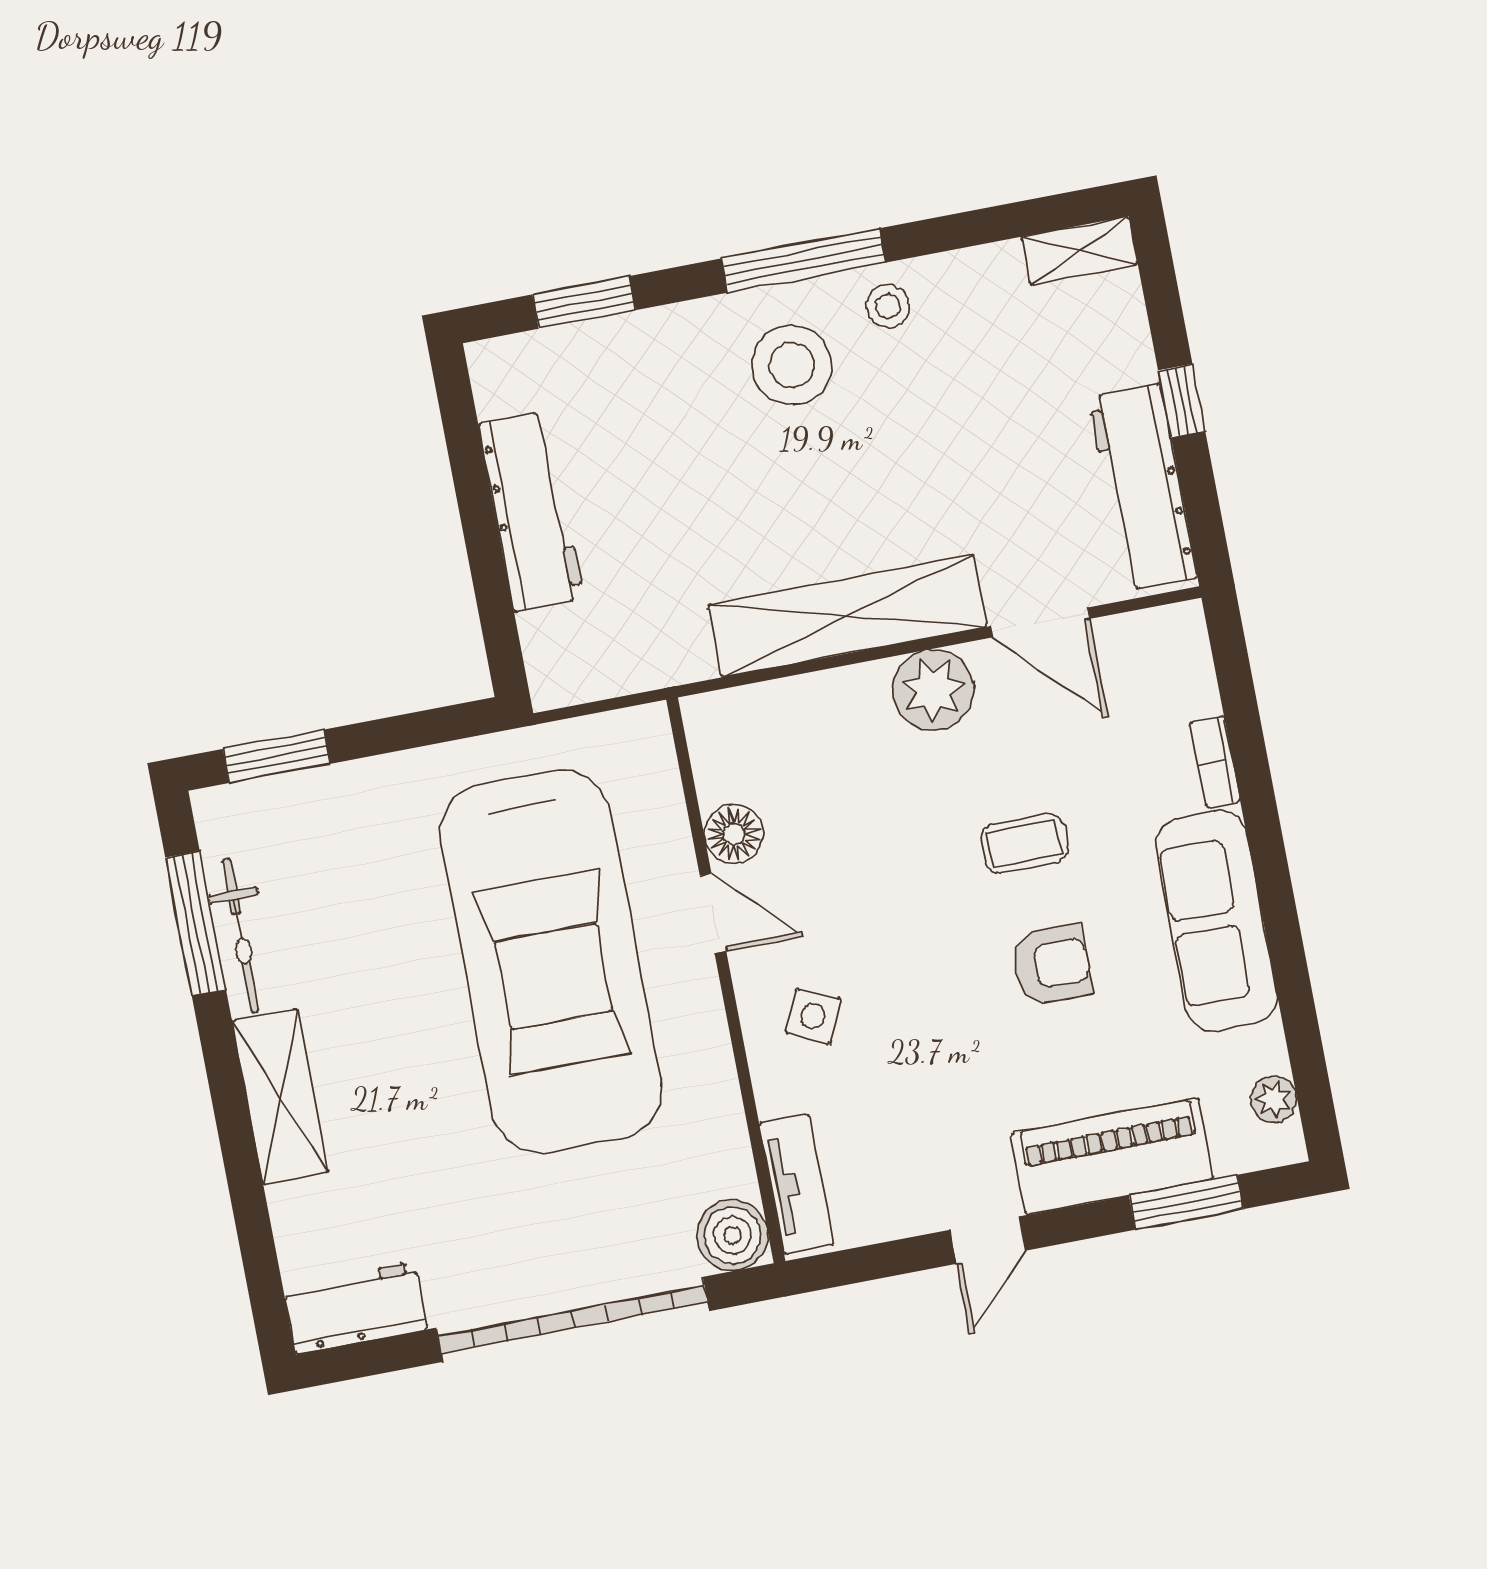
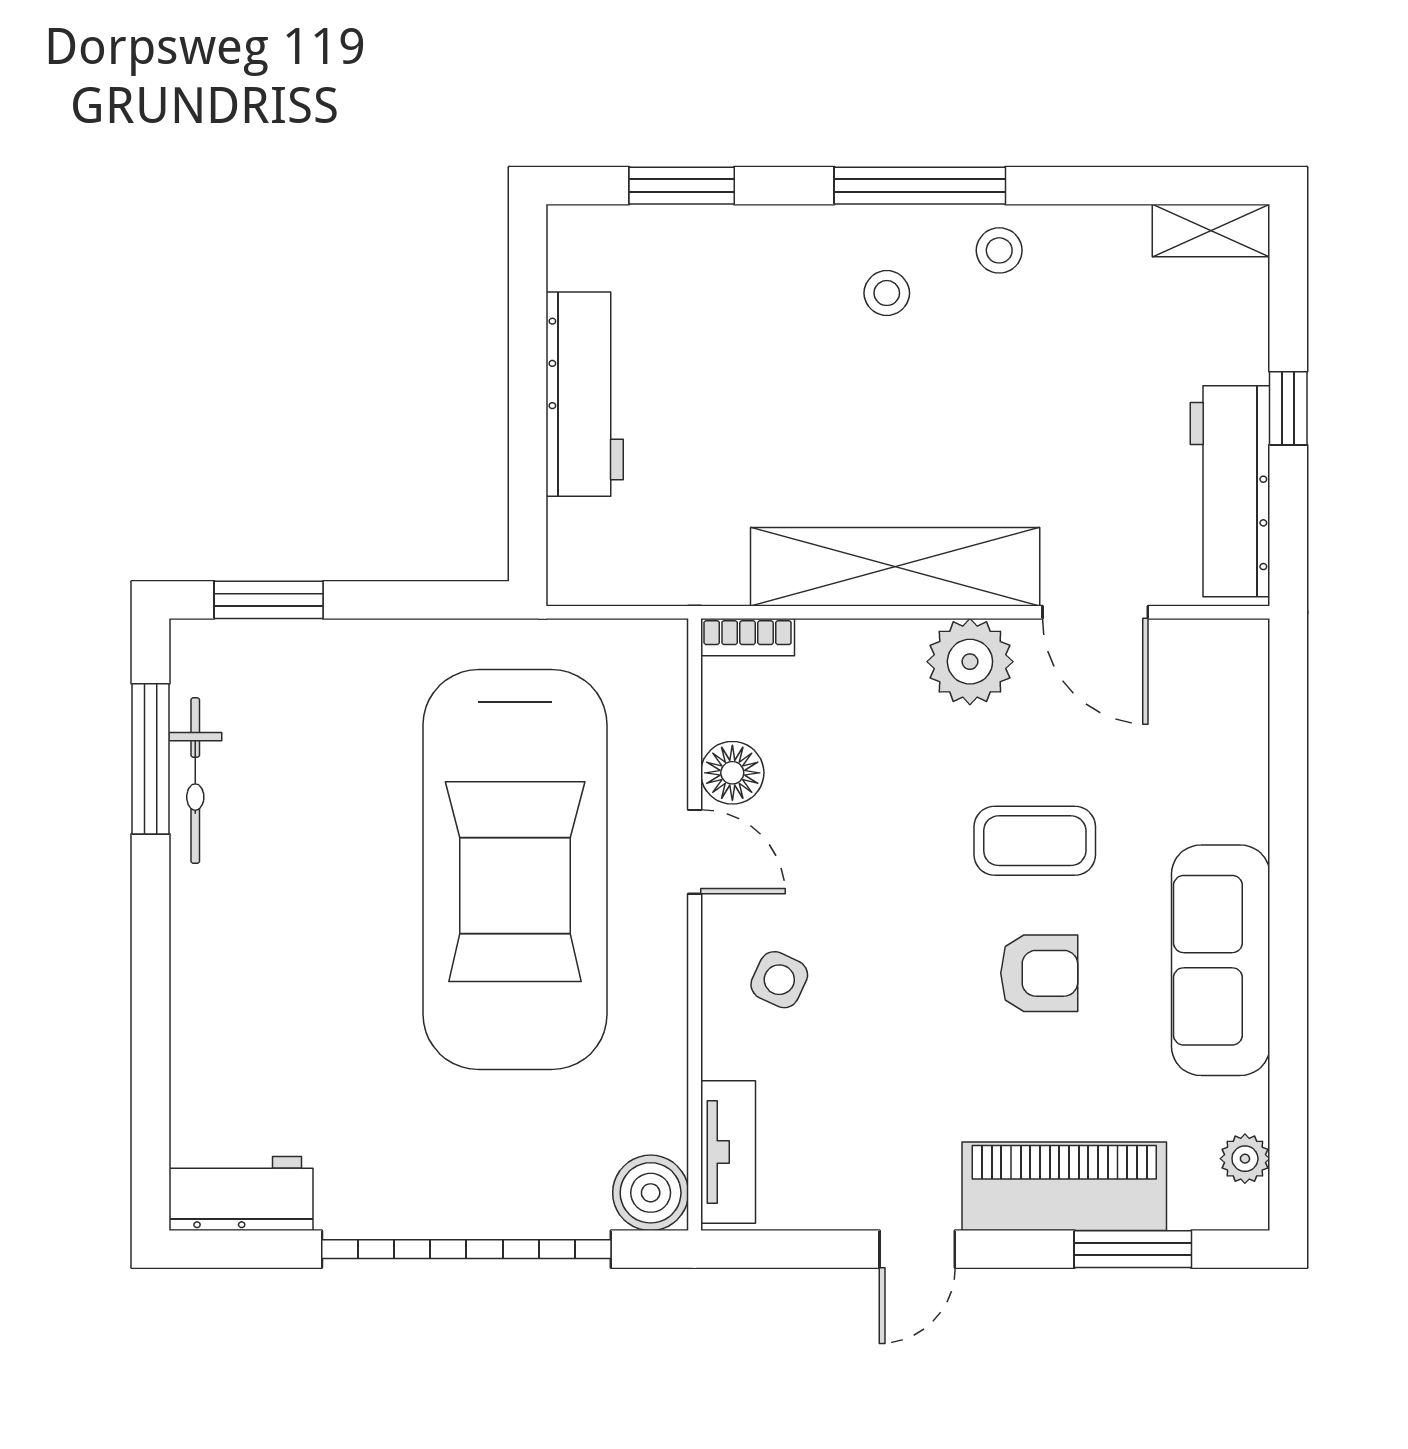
stool: (792, 365) -> (887, 293), width x0.53, depth x0.53
bookcase: (1215, 762) -> (748, 637), moved, turned -90
coffee table: (1024, 843) -> (1035, 841), width x1.36, depth x1.30
shelving: (280, 1097) -> (205, 957), removed

